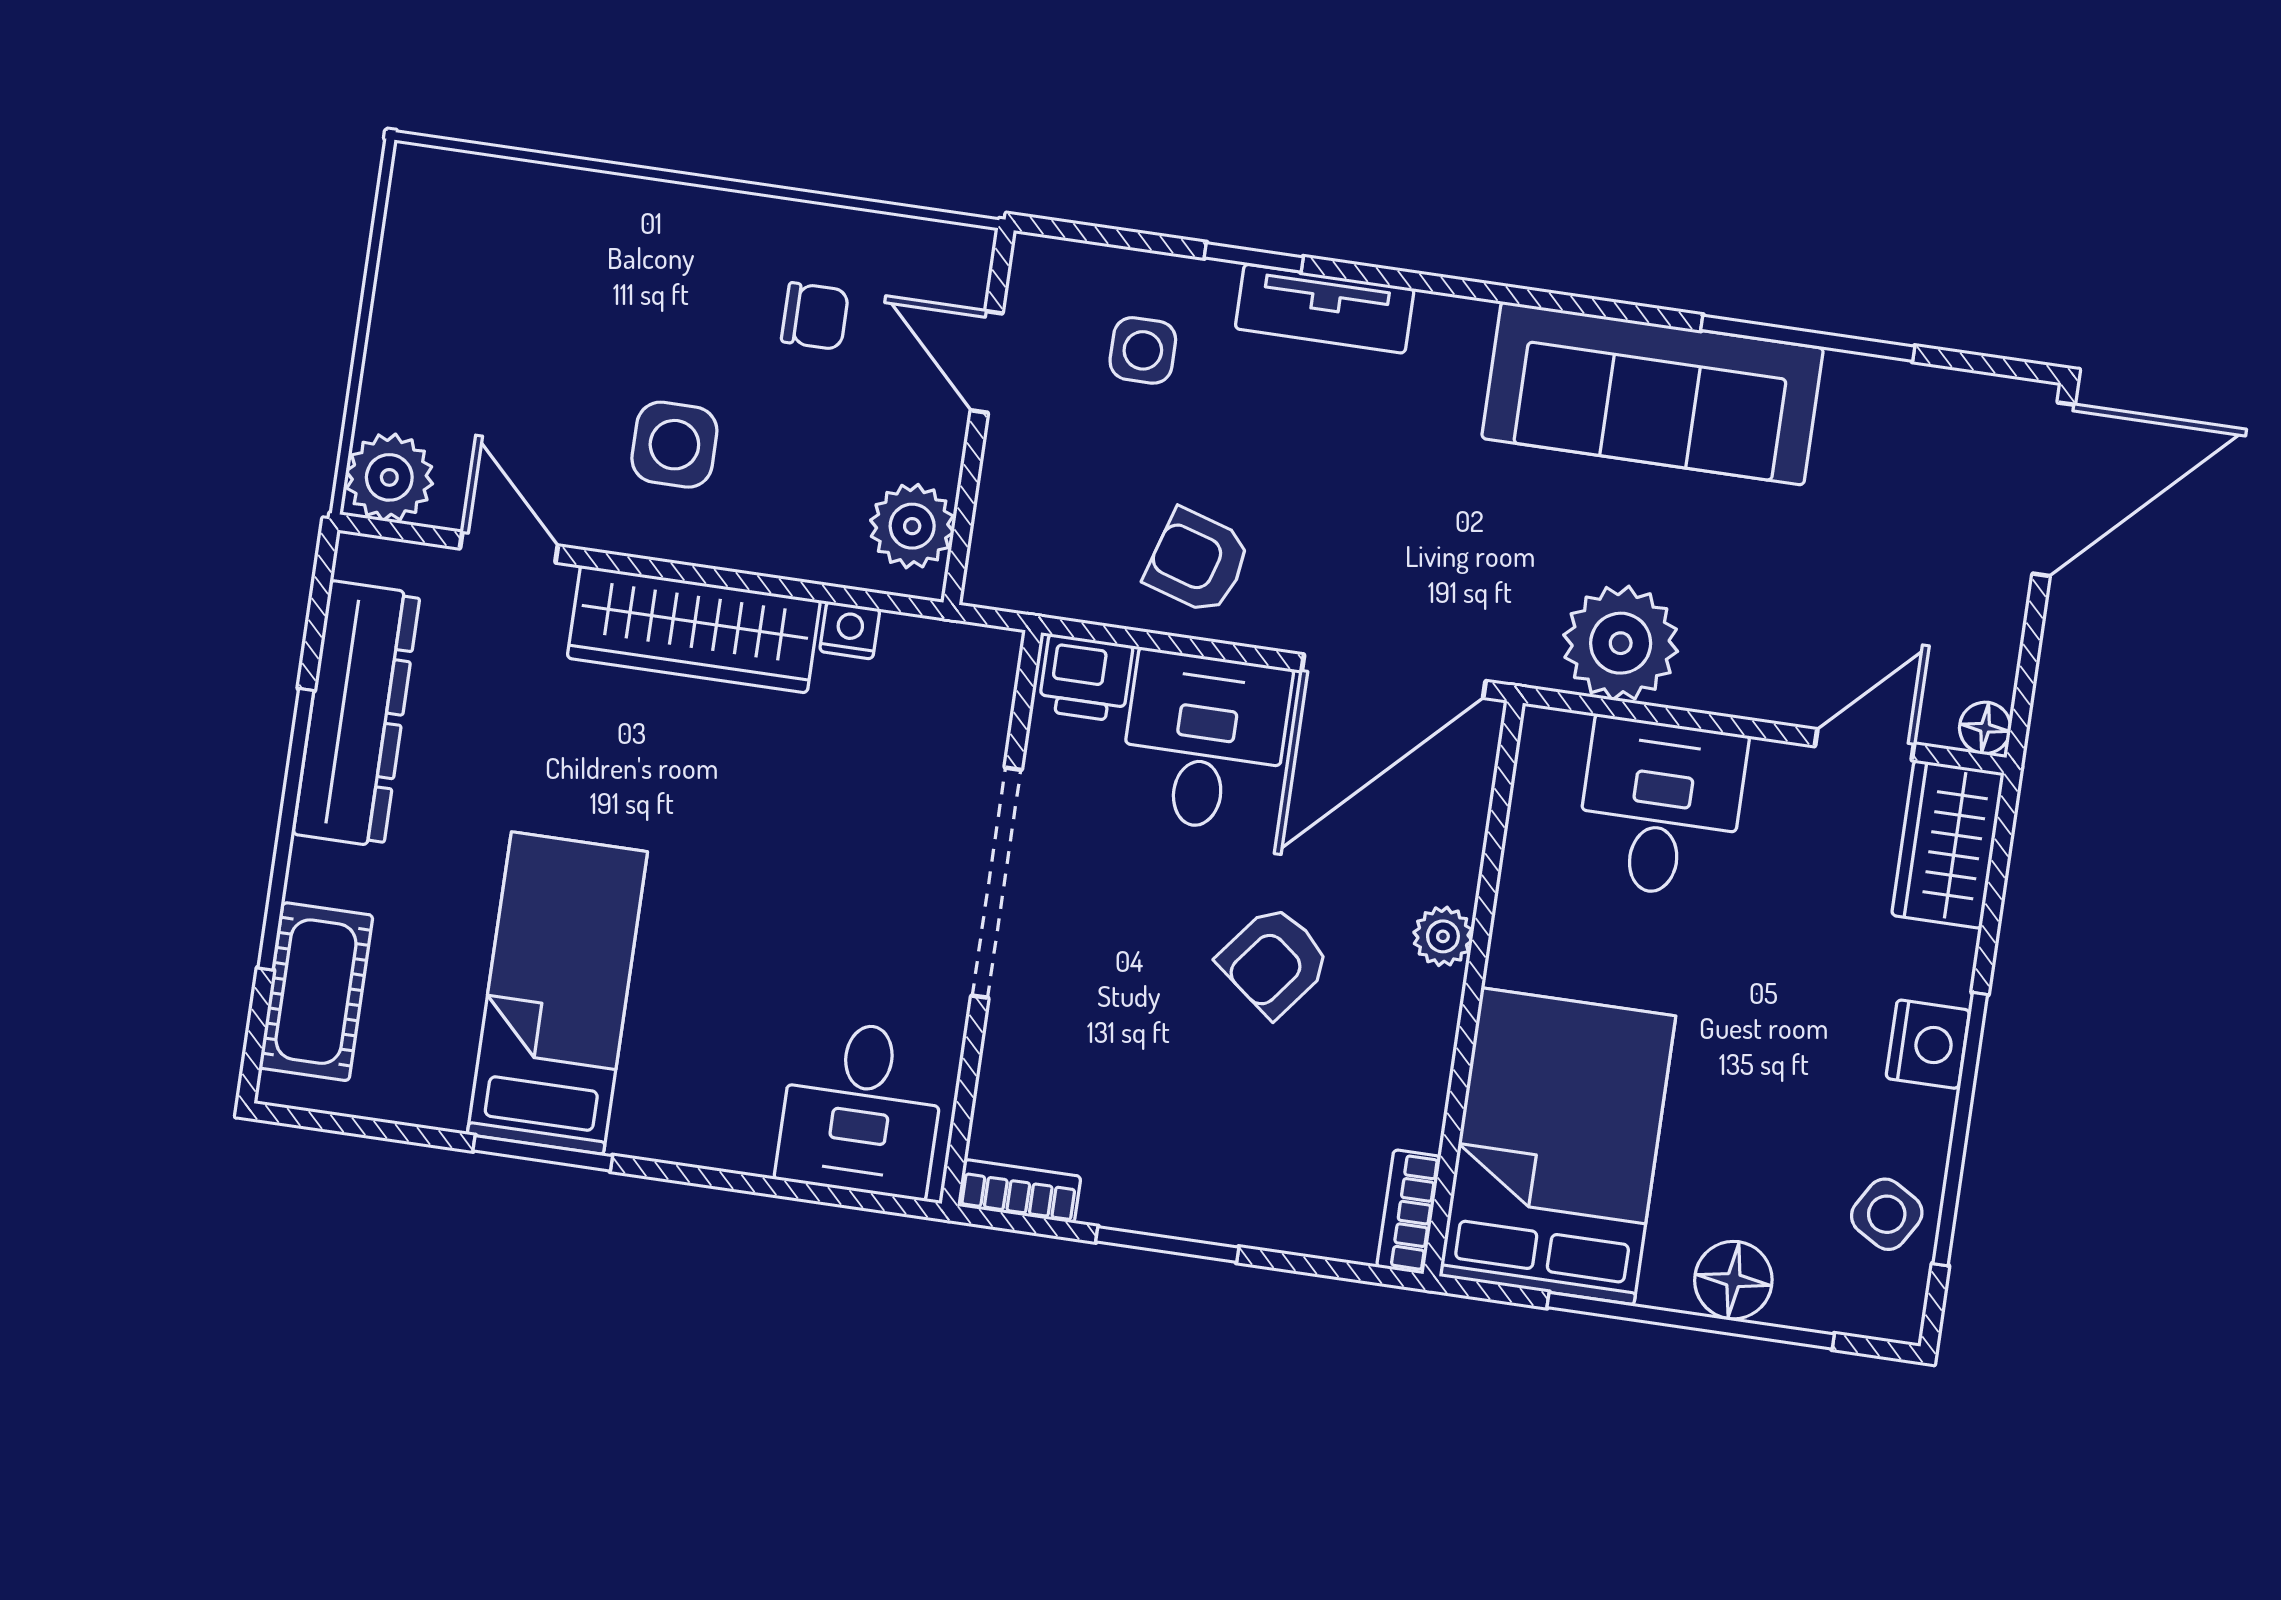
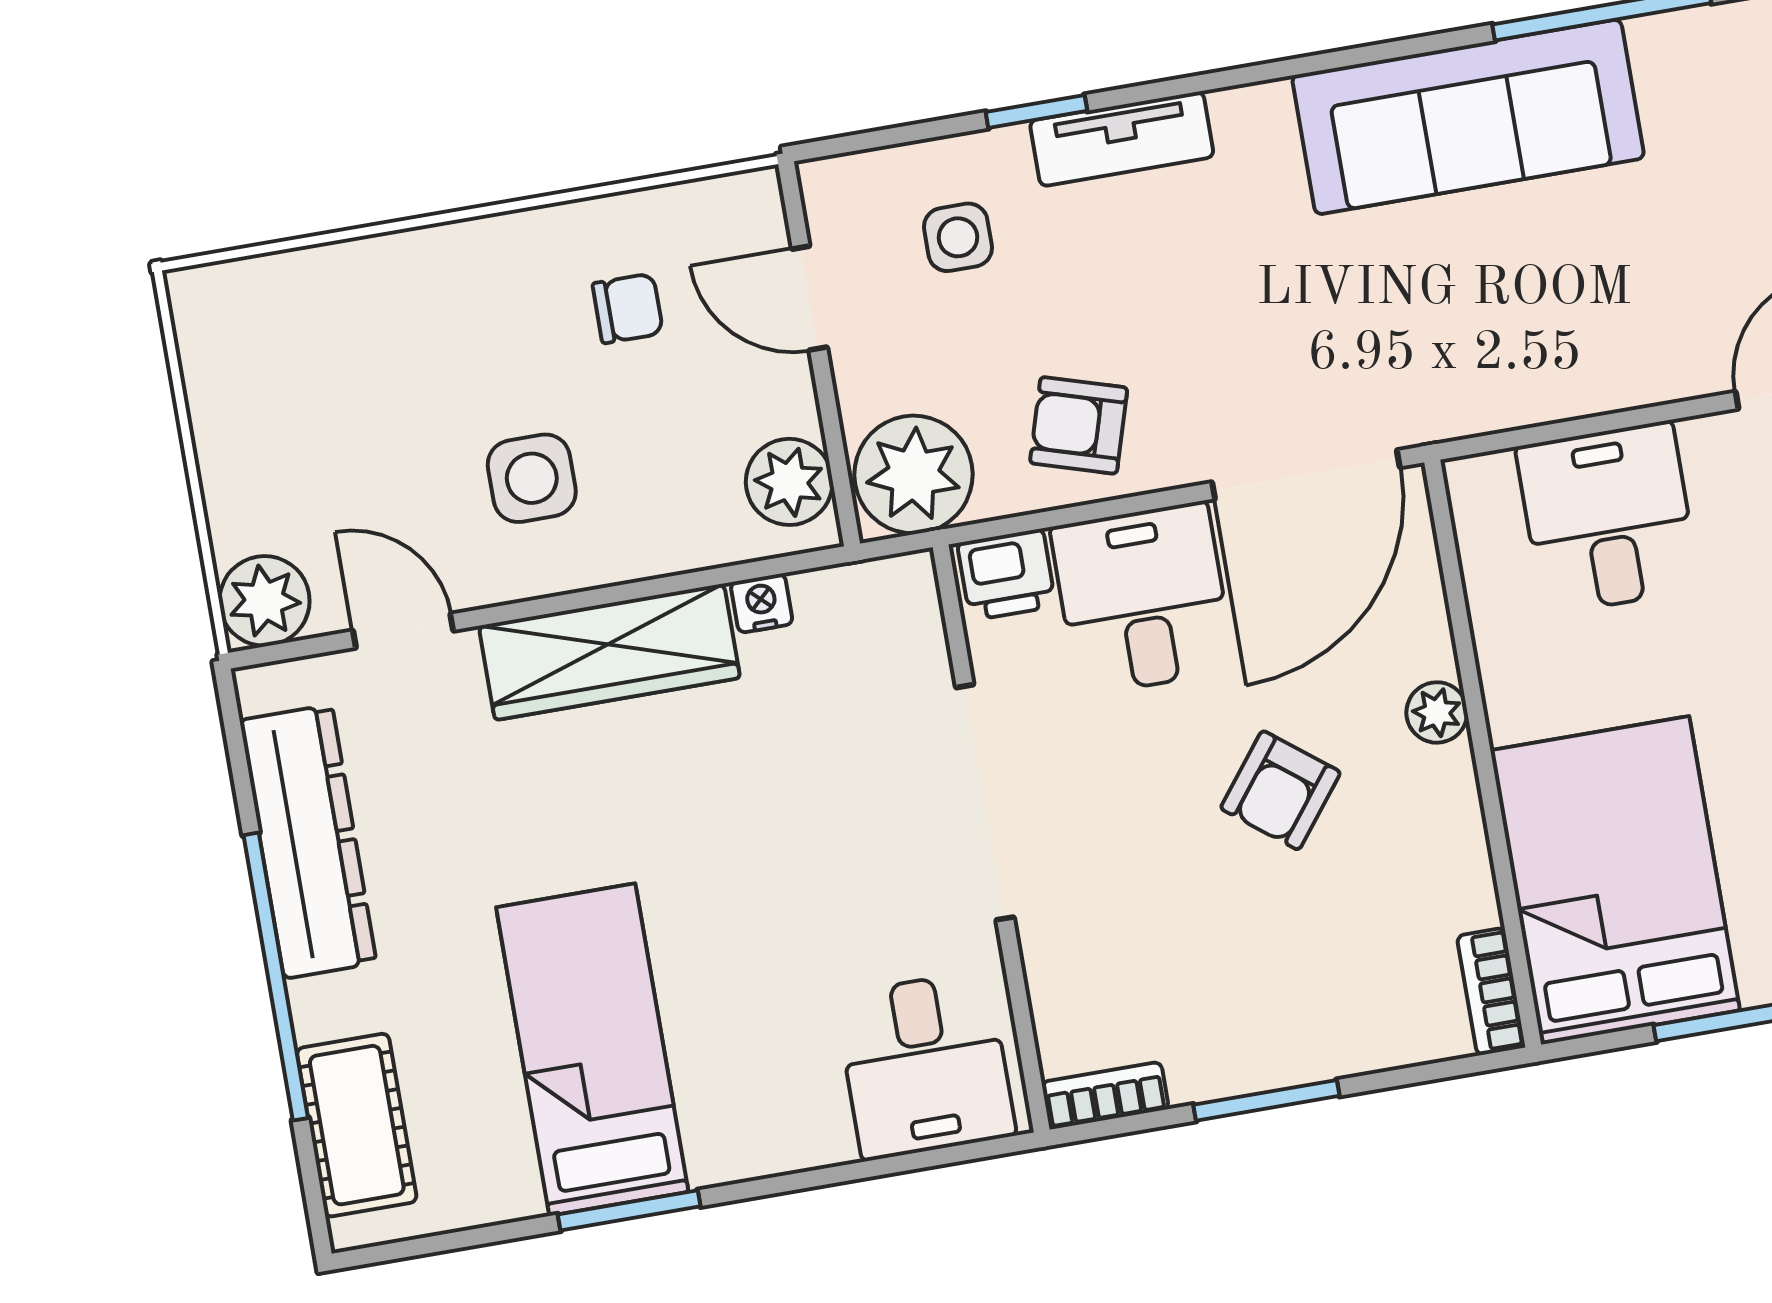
plant: (1621, 643) -> (914, 475), moved

